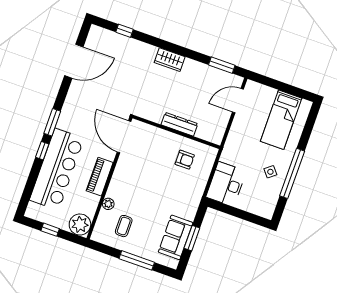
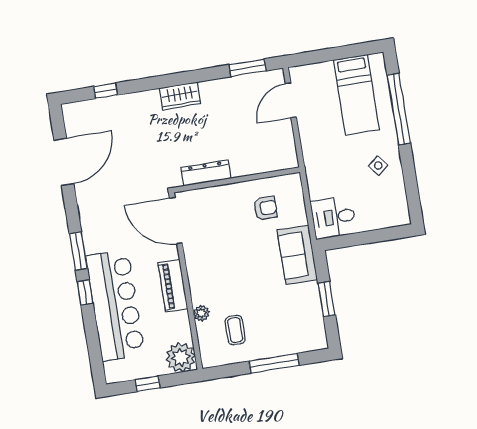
dresser: (179, 124) -> (206, 173), moved
window: (292, 173) -> (399, 109), moved
desk: (226, 184) -> (333, 217), width x0.73
sofa: (176, 237) -> (297, 255), moved

